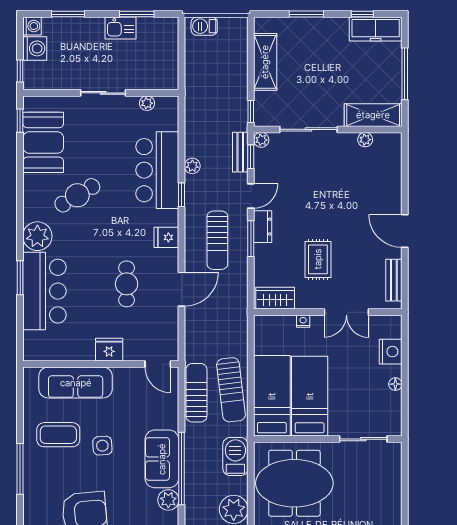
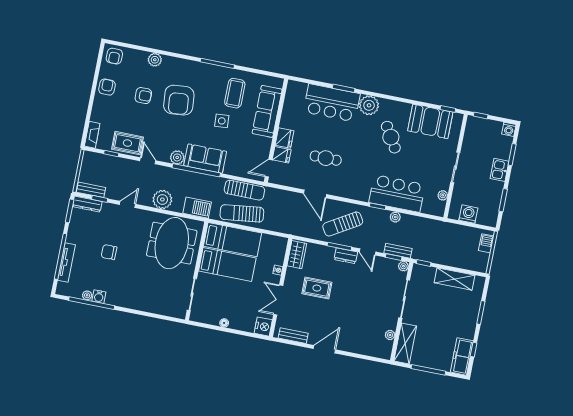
kitchen sink: (120, 28) -> (499, 170), moved
washing machine: (35, 48) -> (468, 214), moved, turned 180
fridge: (166, 237) -> (282, 155), moved, turned 90
sun lounger: (217, 240) -> (343, 224), turned -31
nightstand: (391, 352) -> (263, 327), moved, turned -90

